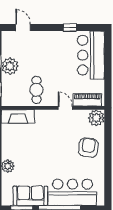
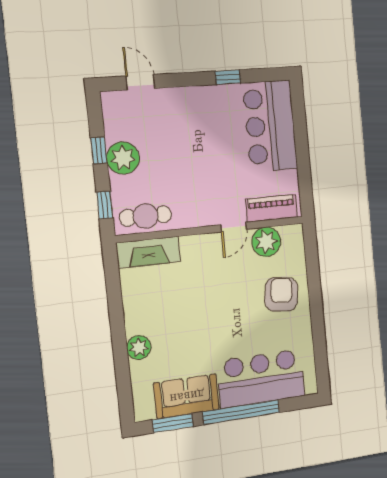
cafe table: (37, 90) -> (146, 216), moved, turned 90
door: (65, 108) -> (234, 227), swing flipped
plant: (96, 118) -> (266, 242), moved

